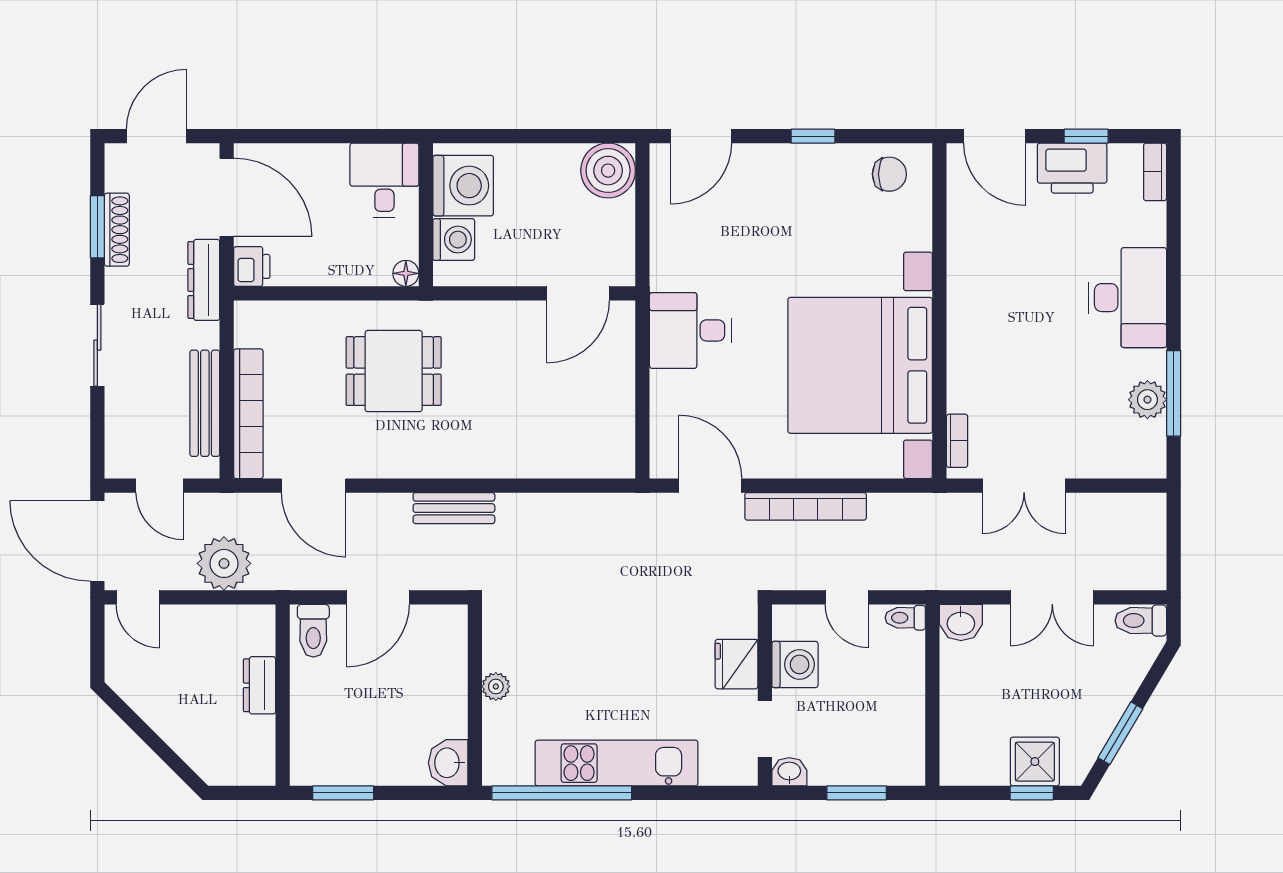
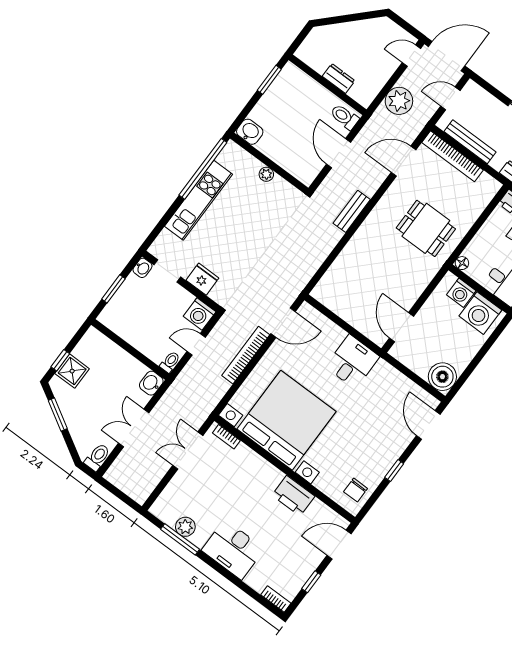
printer: (1072, 168) -> (293, 496), moved, turned -90
dining table: (394, 371) -> (426, 228), turned 90
washing machine: (795, 664) -> (200, 314), moved

